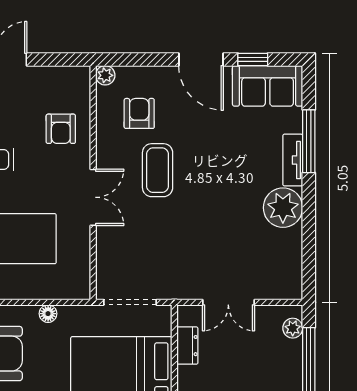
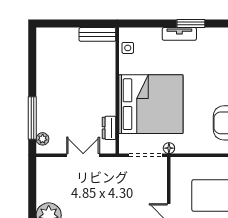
floor lamp: (48, 314) -> (169, 148), moved

